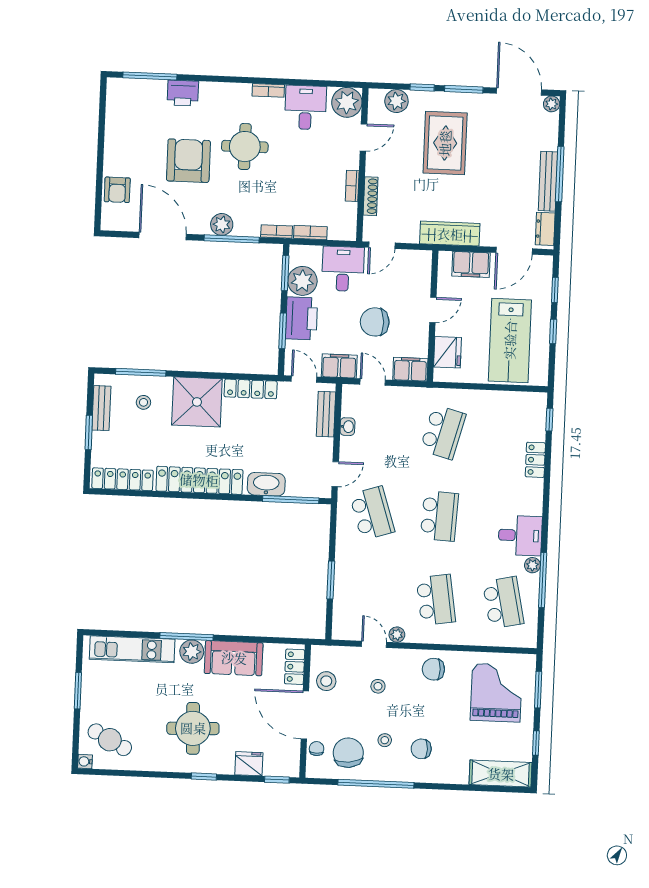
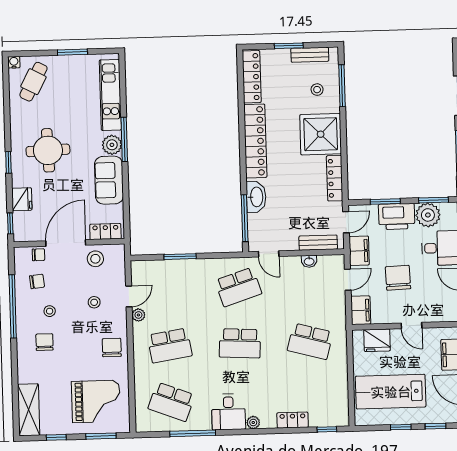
plant: (532, 565) -> (253, 422), moved
school desk: (503, 603) -> (171, 402), turned 33
chair: (348, 753) -> (37, 281), width x0.54, depth x0.54

